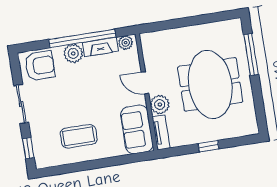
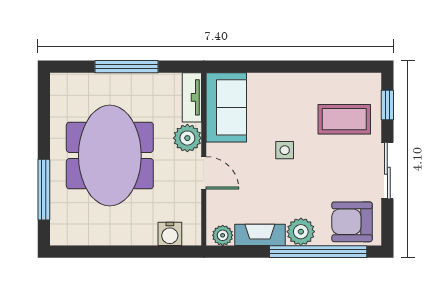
window: (82, 38) -> (318, 252), moved
water cooler: (161, 38) -> (170, 234), added
side table: (93, 107) -> (285, 150), added
coffee table: (79, 136) -> (344, 119), moved
window: (209, 146) -> (126, 67), width x2.17

